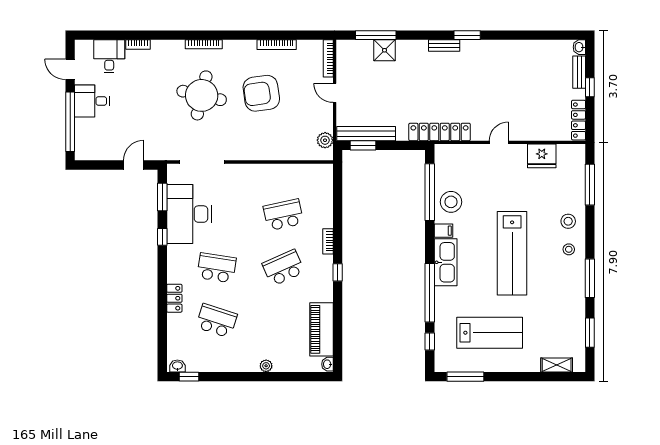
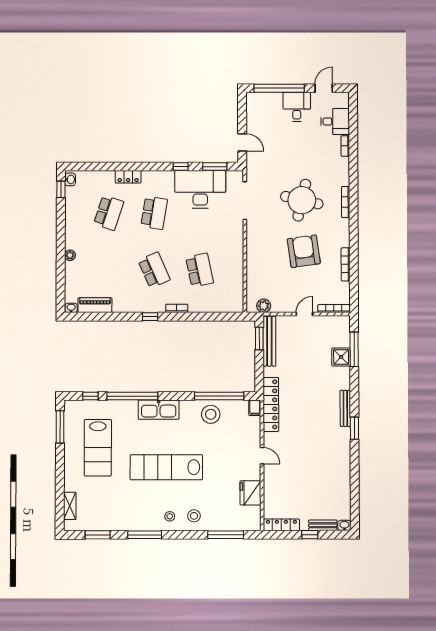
bench: (444, 46) -> (345, 408), width x1.36
filing cabinet: (443, 231) -> (255, 408), moved
piano: (321, 329) -> (95, 305), width x0.73, depth x0.75

